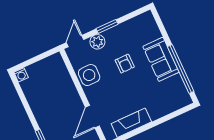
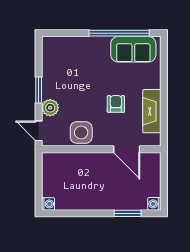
sofa: (161, 59) -> (133, 49), moved
armchair: (125, 64) -> (116, 104), moved, turned -90

